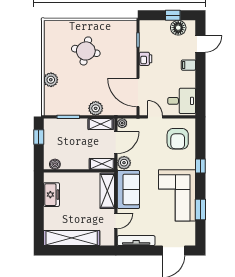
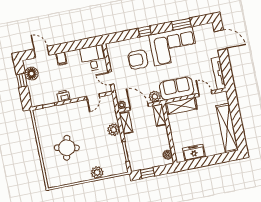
door: (138, 92) -> (93, 97), width x0.53
door: (155, 117) -> (111, 78), hinge flipped
armchair: (178, 139) -> (138, 60), moved, turned 180

